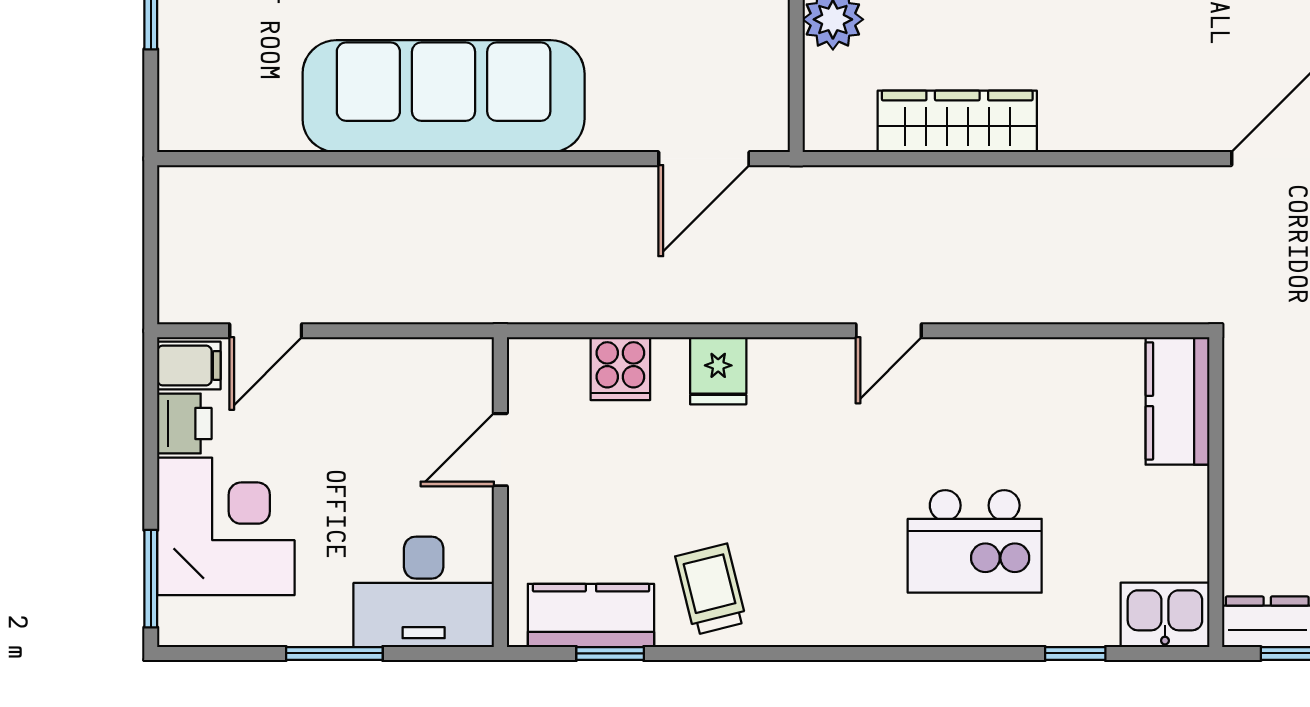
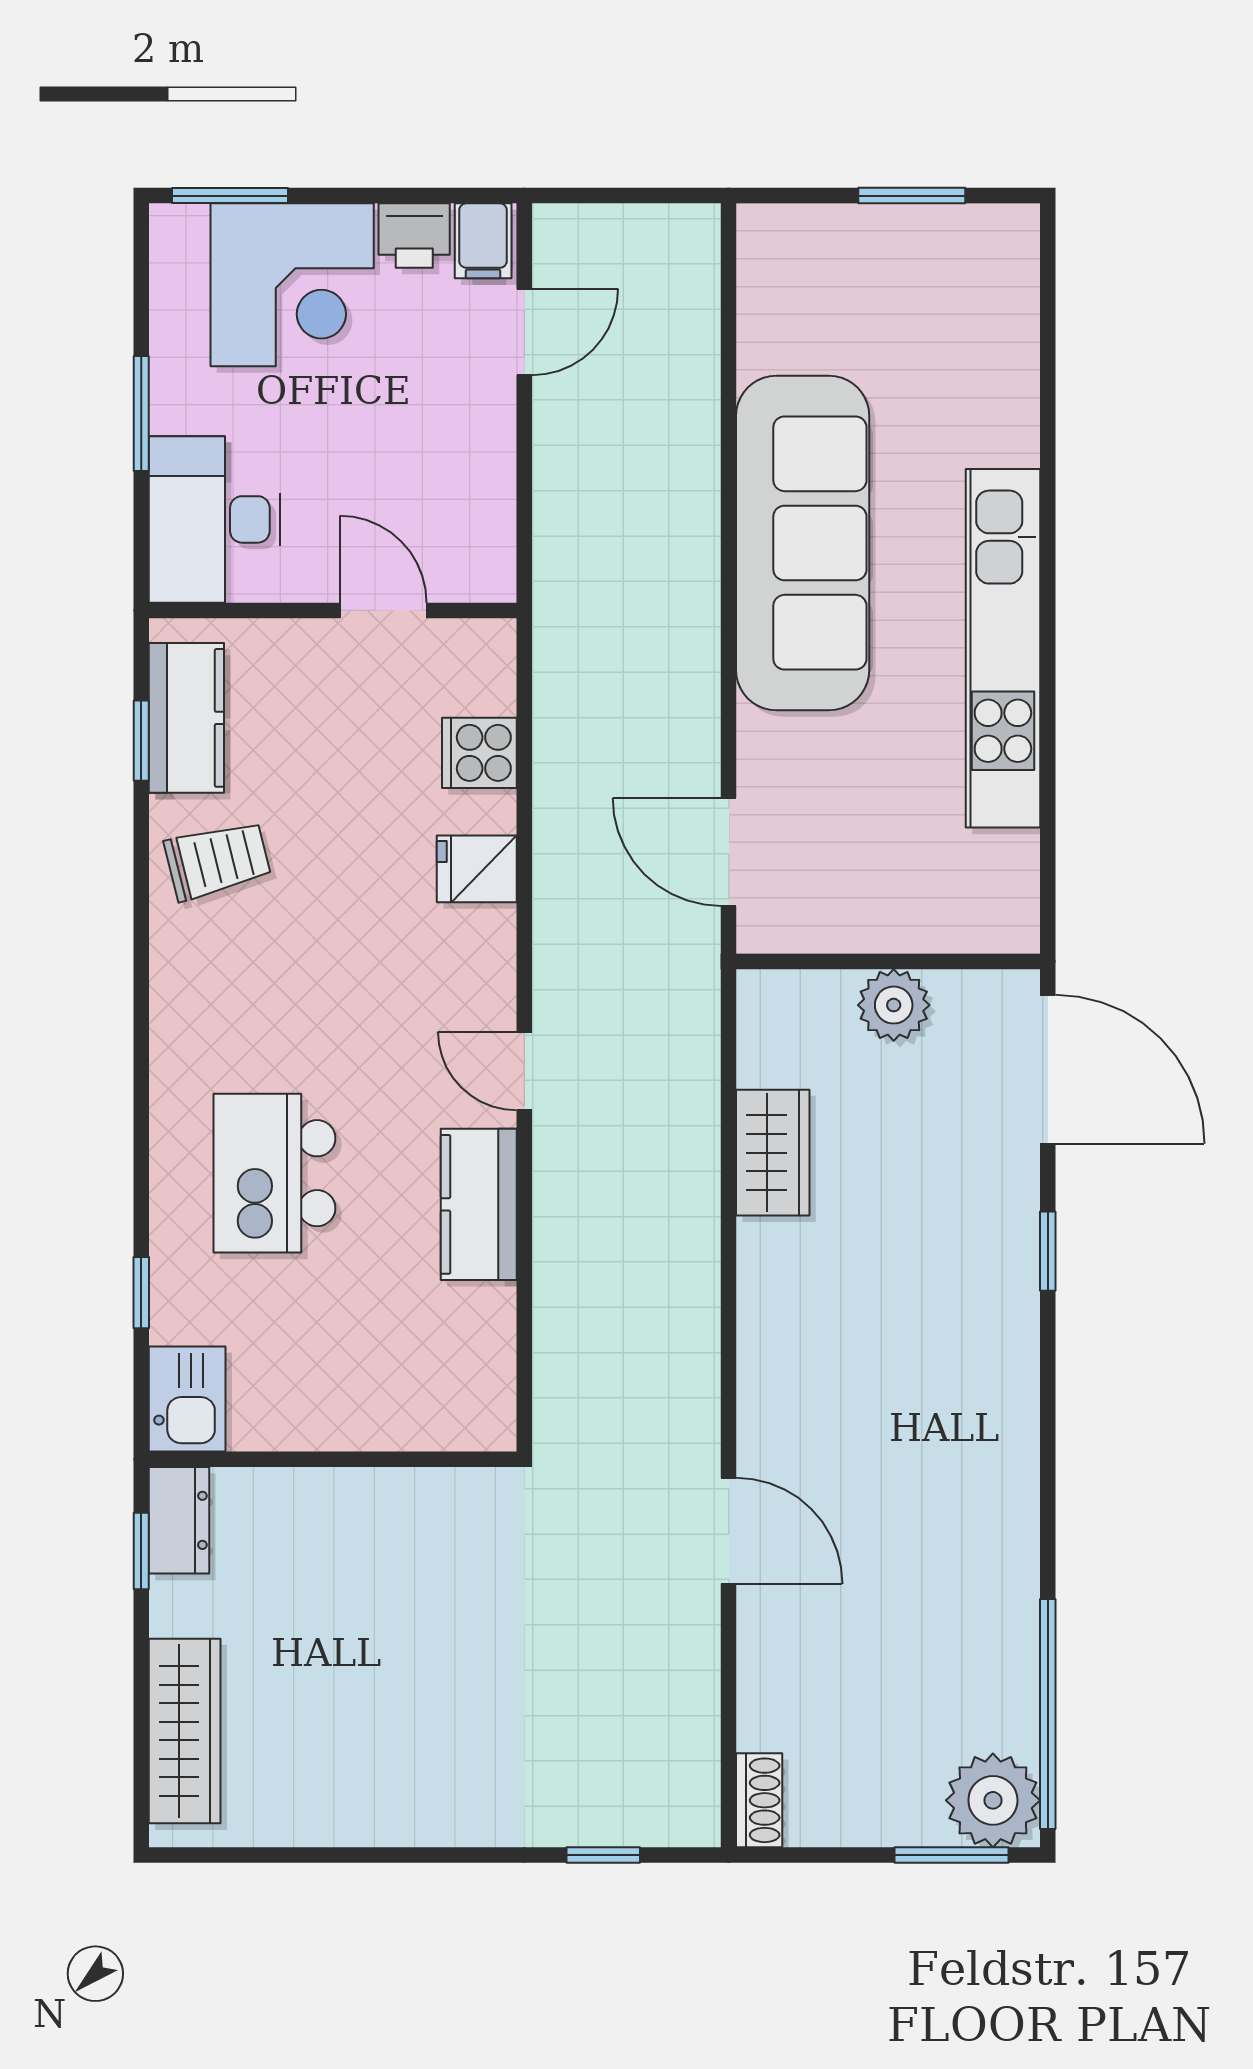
wardrobe: (957, 121) -> (773, 1153), width x0.67
door: (266, 331) -> (524, 332), swing flipped
kitchen counter: (1177, 401) -> (479, 1204), moved, turned -90

